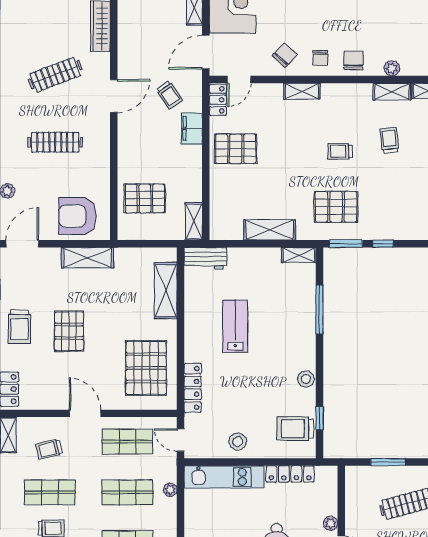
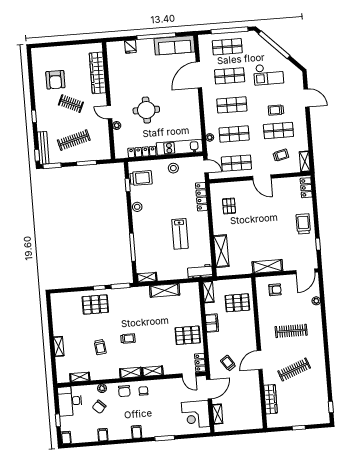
chair: (285, 55) -> (99, 407), moved
door: (239, 80) -> (189, 375), swing flipped
shelving: (392, 92) -> (131, 373), moved
filing cabinet: (192, 128) -> (212, 323), moved
pallet: (336, 207) -> (95, 305), moved
armchair: (78, 216) -> (275, 290), width x0.53, depth x0.53
pallet: (69, 331) -> (275, 224), removed
pallet: (146, 368) -> (229, 206), width x0.49, depth x0.50

